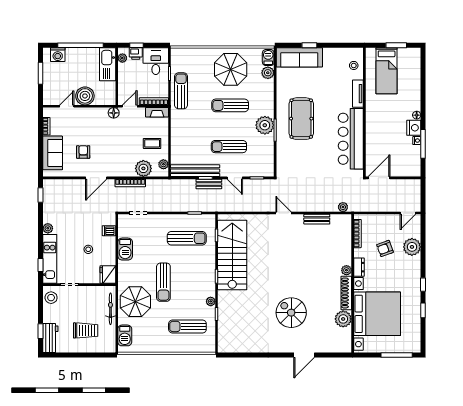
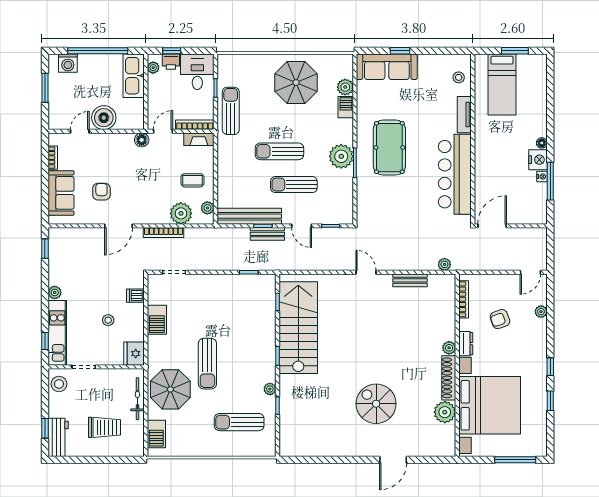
barbecue: (268, 58) -> (346, 107), moved
sun lounger: (230, 105) -> (279, 151), moved
sun lounger: (187, 238) -> (238, 306), removed
plant: (412, 247) -> (541, 312), width x0.53, depth x0.53

